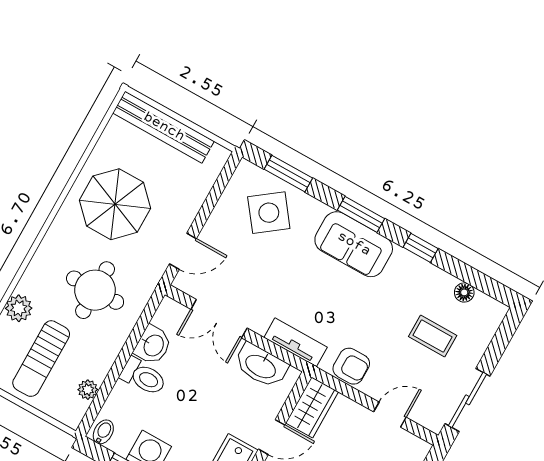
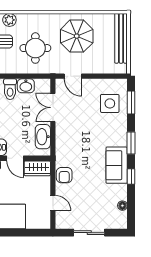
side table: (269, 213) -> (110, 103), turned 37
sofa: (354, 244) -> (117, 165), moved
coffee table: (433, 336) -> (96, 203), removed
tv unit: (296, 342) -> (61, 146), removed
sliding door: (467, 400) -> (89, 233), moved

